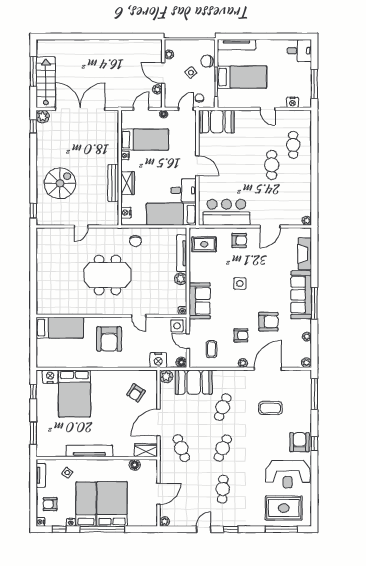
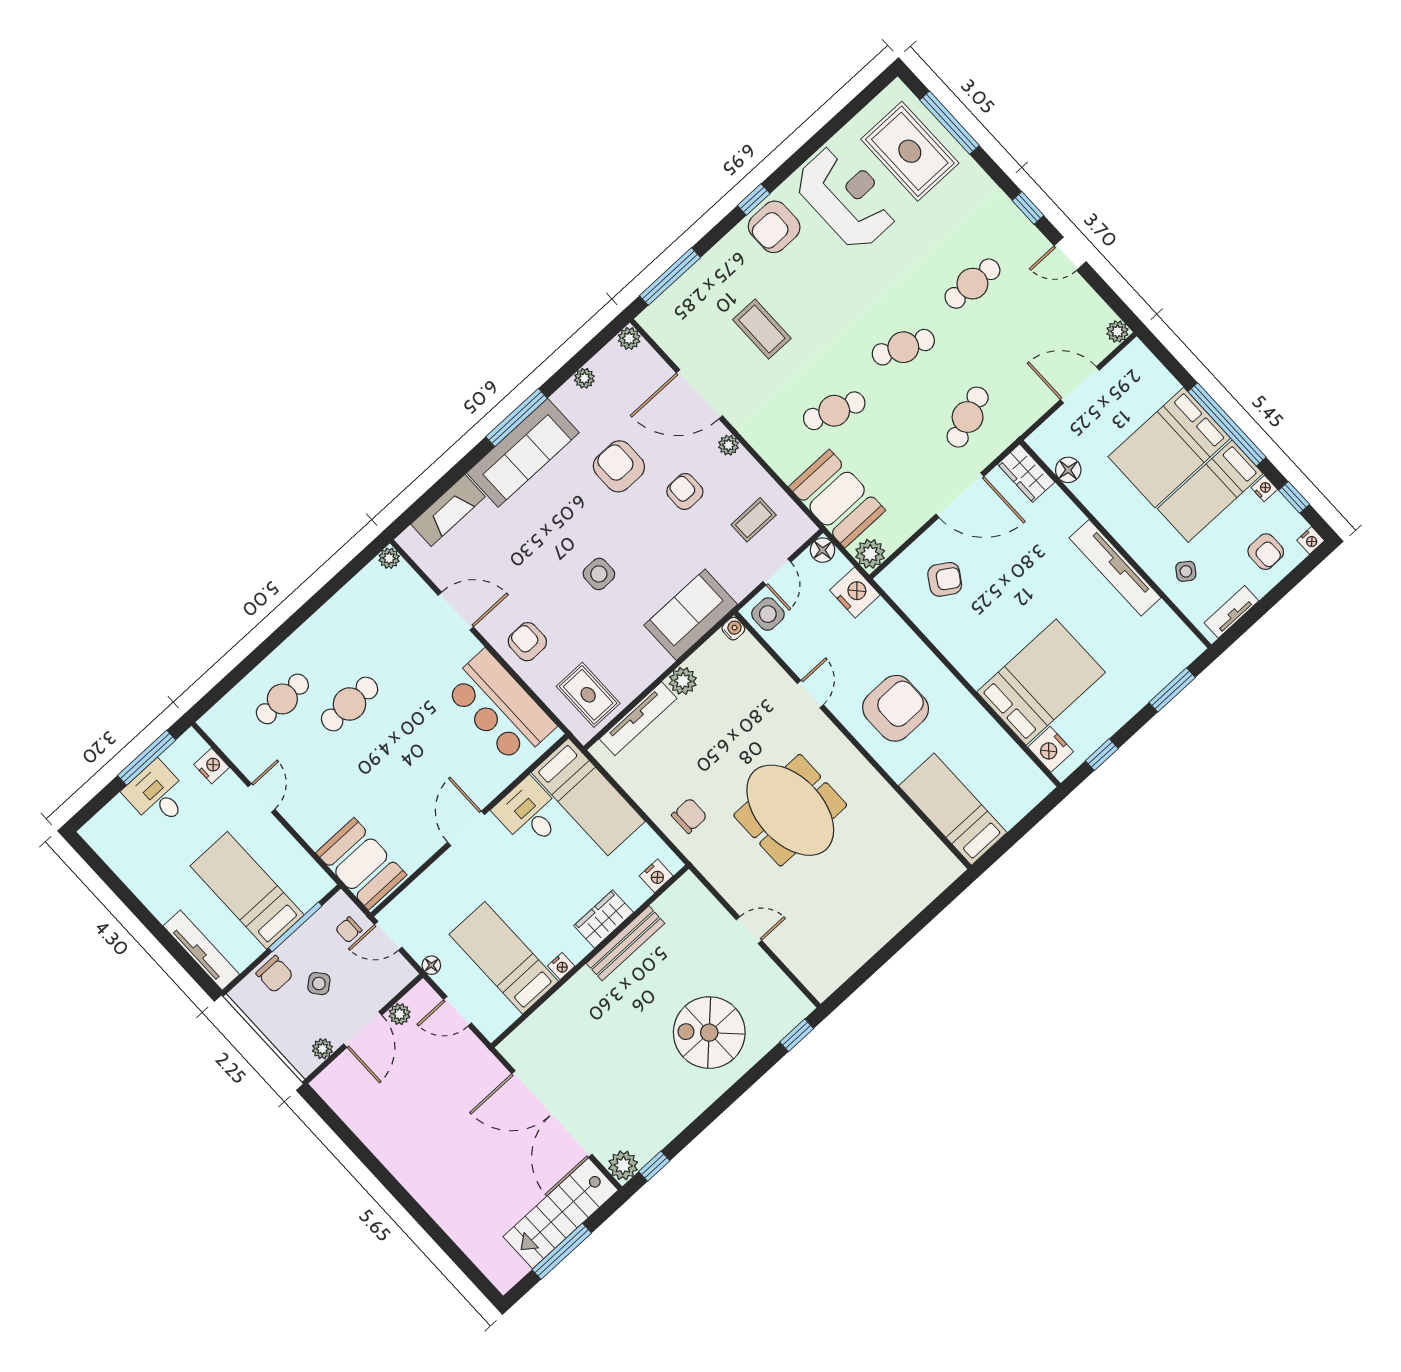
desk: (299, 51) -> (157, 795), moved

